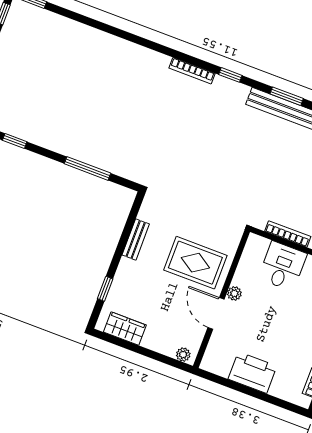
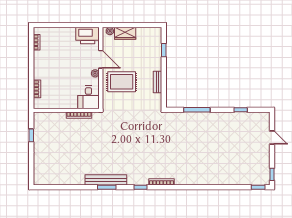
desk: (282, 266) -> (88, 97), moved
wardrobe: (125, 329) -> (125, 33), moved
printer: (252, 373) -> (88, 35), moved

